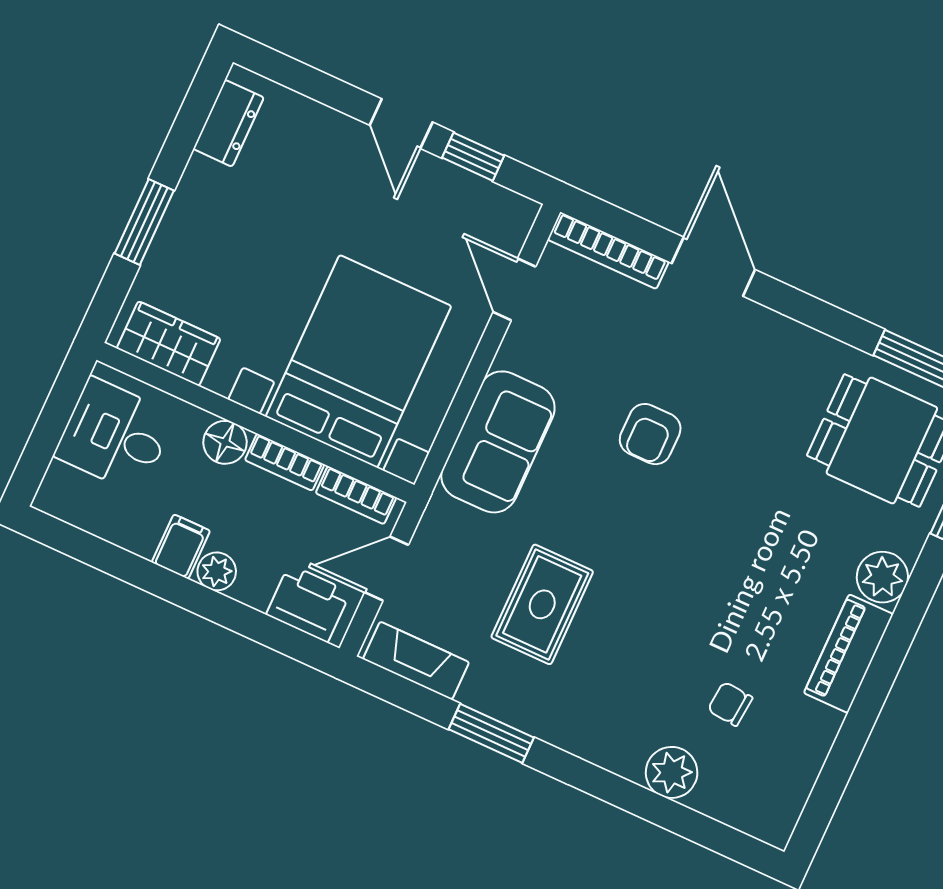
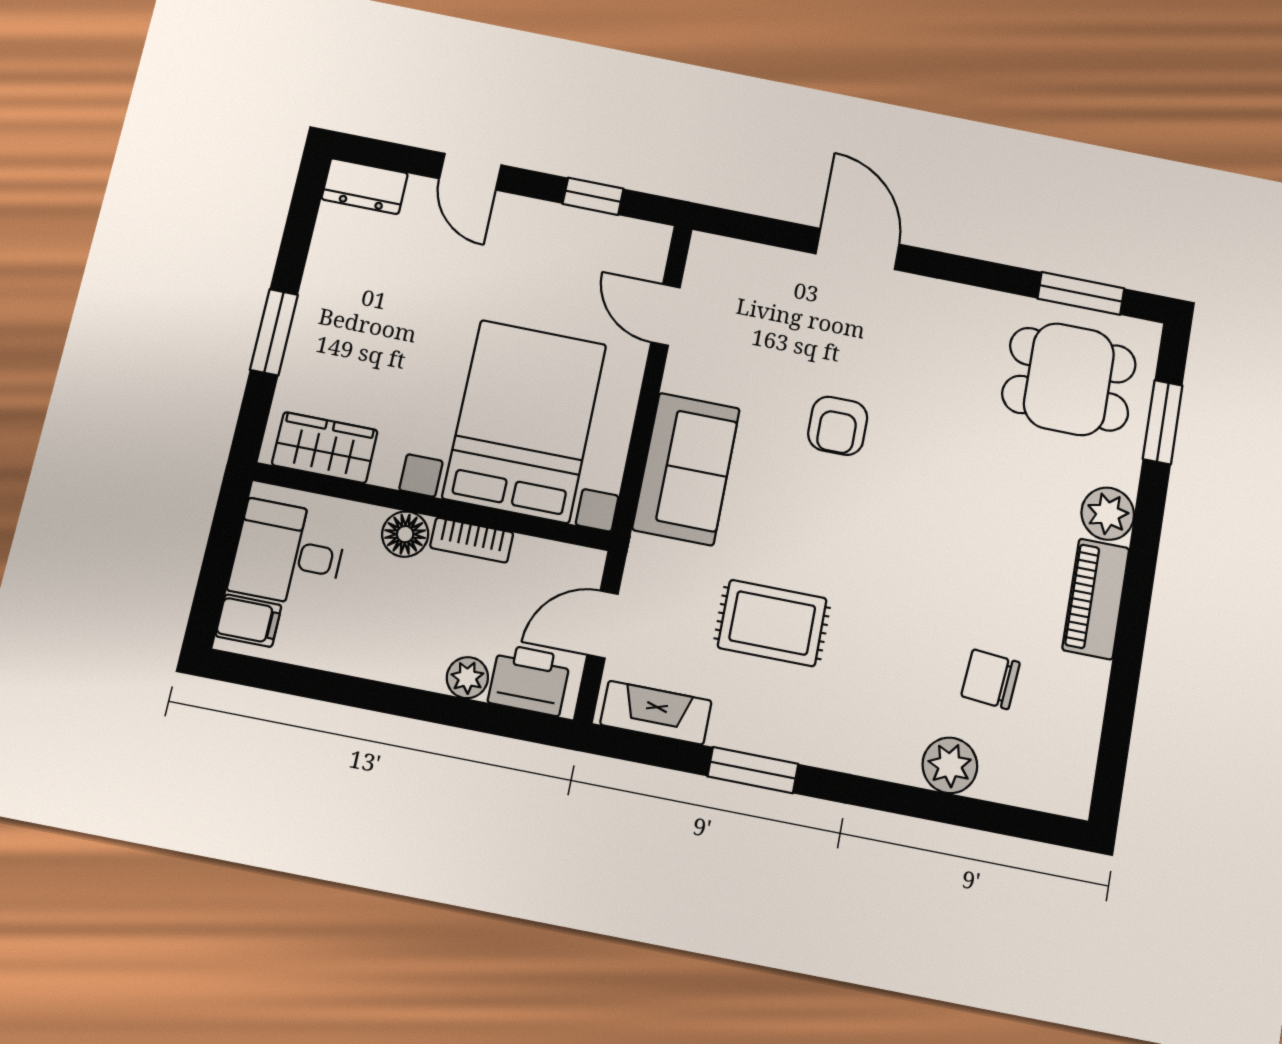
dresser: (228, 123) -> (365, 186), moved, turned 90
door: (401, 124) -> (470, 172), moved
bookcase: (608, 251) -> (750, 257), removed
bookcase: (356, 495) -> (553, 556), removed
filing cabinet: (181, 547) -> (249, 621), moved, turned 90
plant: (217, 571) -> (467, 678), moved
rug: (542, 604) -> (772, 623), turned 90
chair: (730, 704) -> (991, 679), width x1.37, depth x1.37

